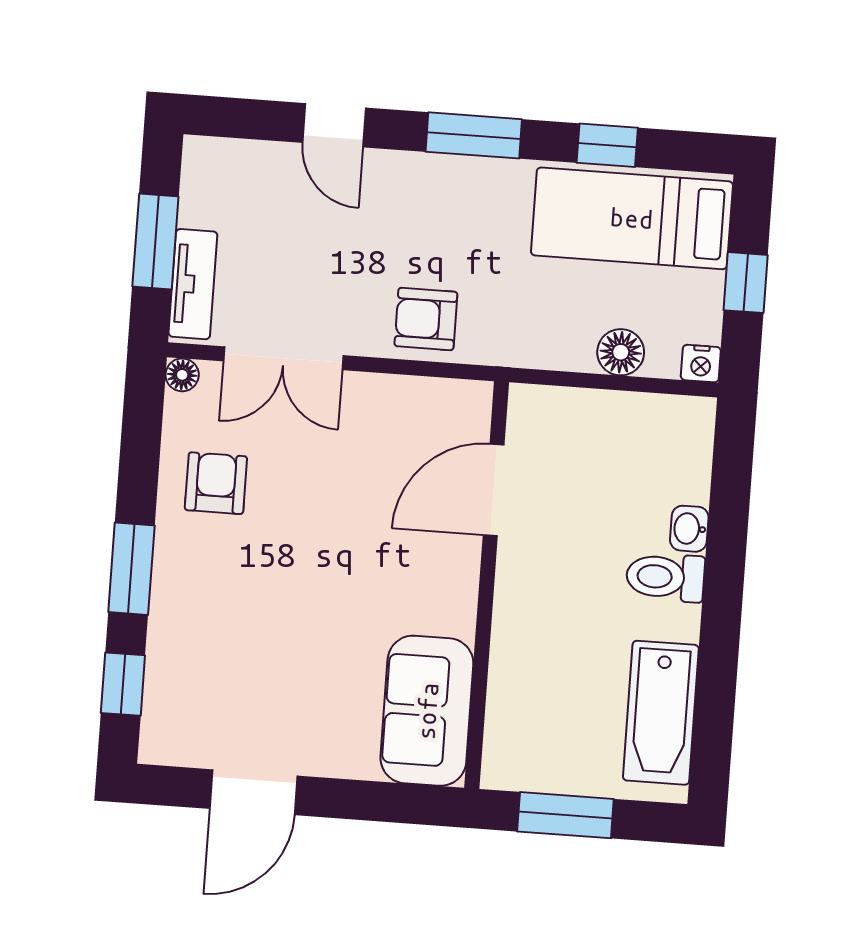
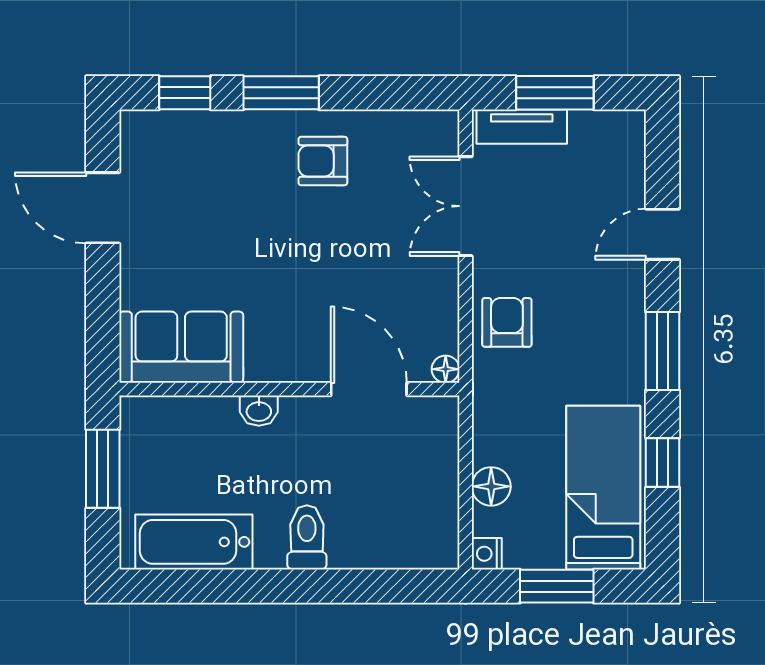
window: (746, 283) -> (557, 586), width x1.50
floor lamp: (182, 375) -> (446, 369), moved
armchair: (216, 483) -> (323, 161), moved, turned 180
washbasin: (689, 529) -> (259, 411), moved, turned 180

